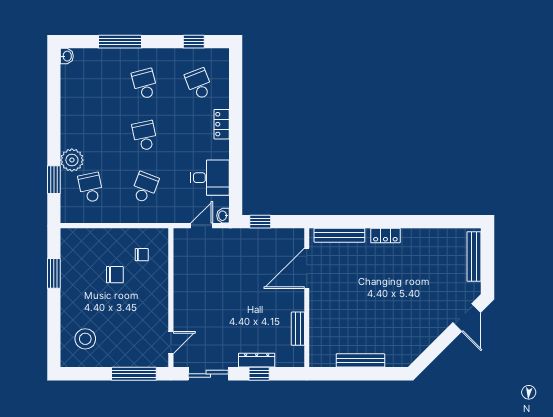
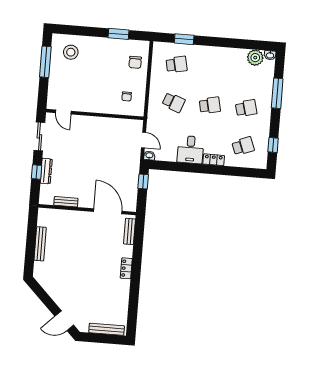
plant: (72, 160) -> (255, 58), moved
desk: (210, 178) -> (190, 150), moved
bench: (339, 235) -> (129, 231), width x0.73
chair: (115, 275) -> (135, 62), moved
window: (134, 374) -> (45, 62), moved

